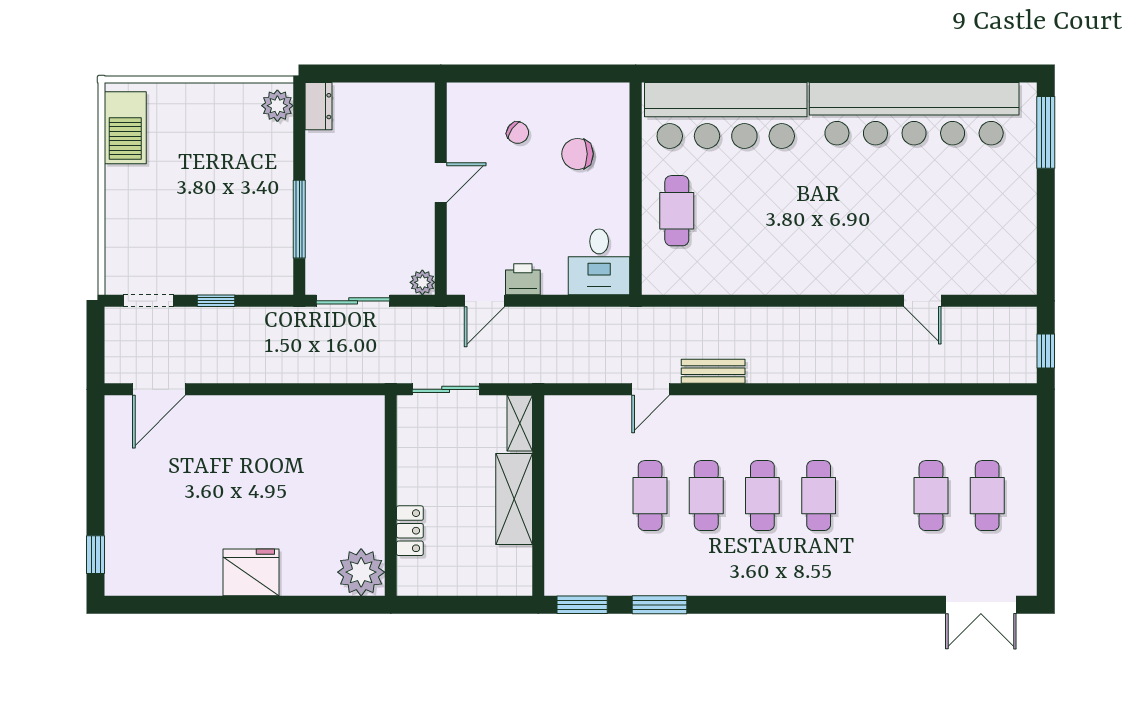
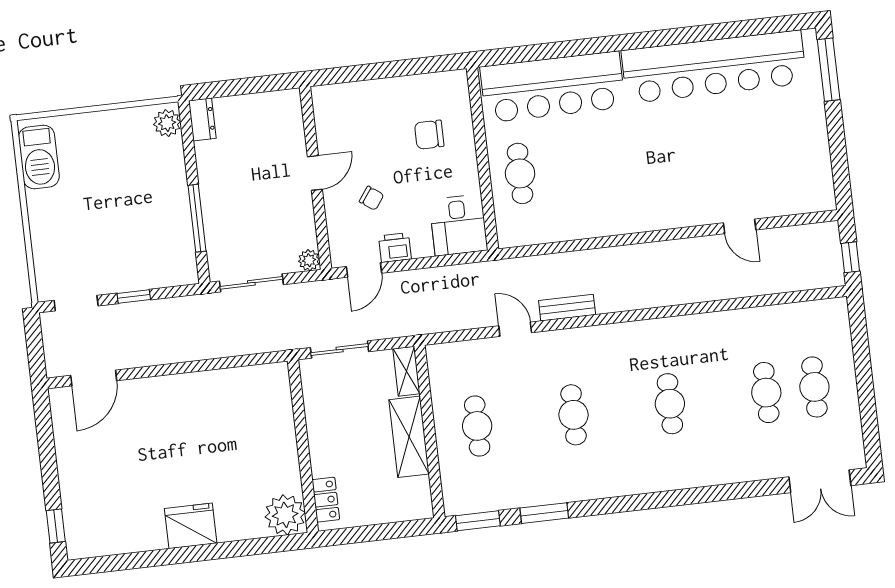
chair: (518, 133) -> (372, 198), moved
door: (651, 389) -> (515, 329), swing flipped
cafe table: (650, 496) -> (477, 426), moved
cafe table: (762, 496) -> (622, 409), removed
locker: (410, 531) -> (326, 500), moved

